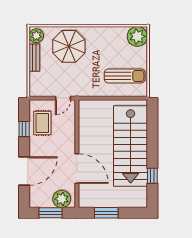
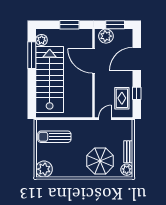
window: (152, 176) -> (32, 55), width x2.17
plant: (140, 194) -> (42, 40), added

